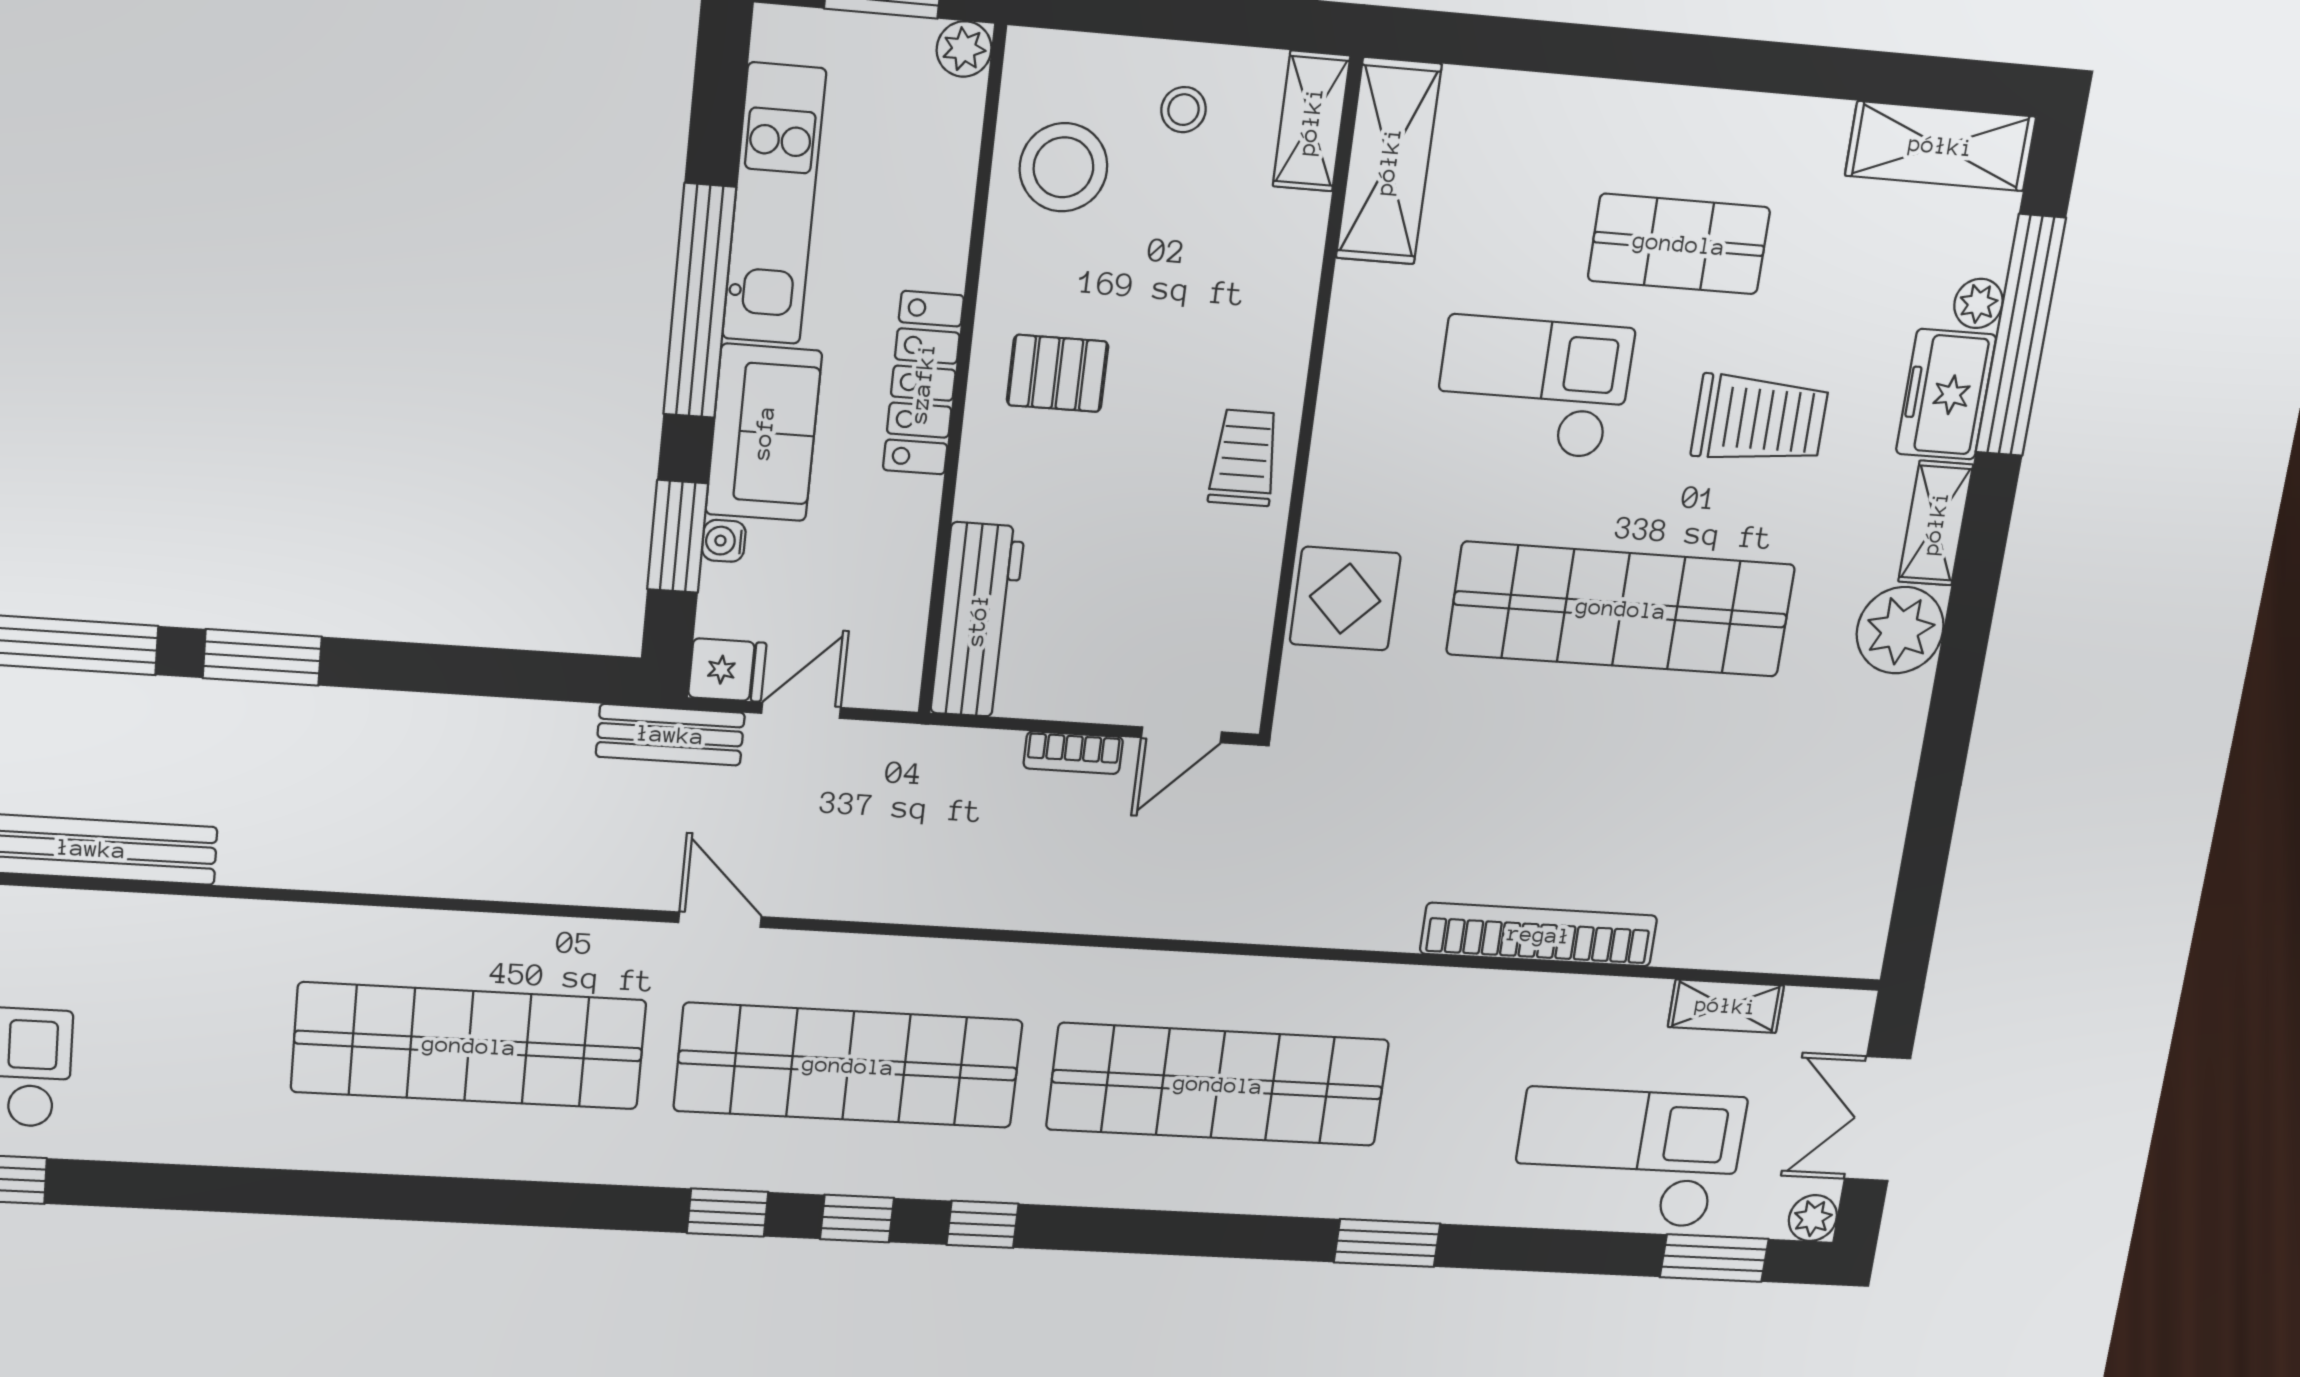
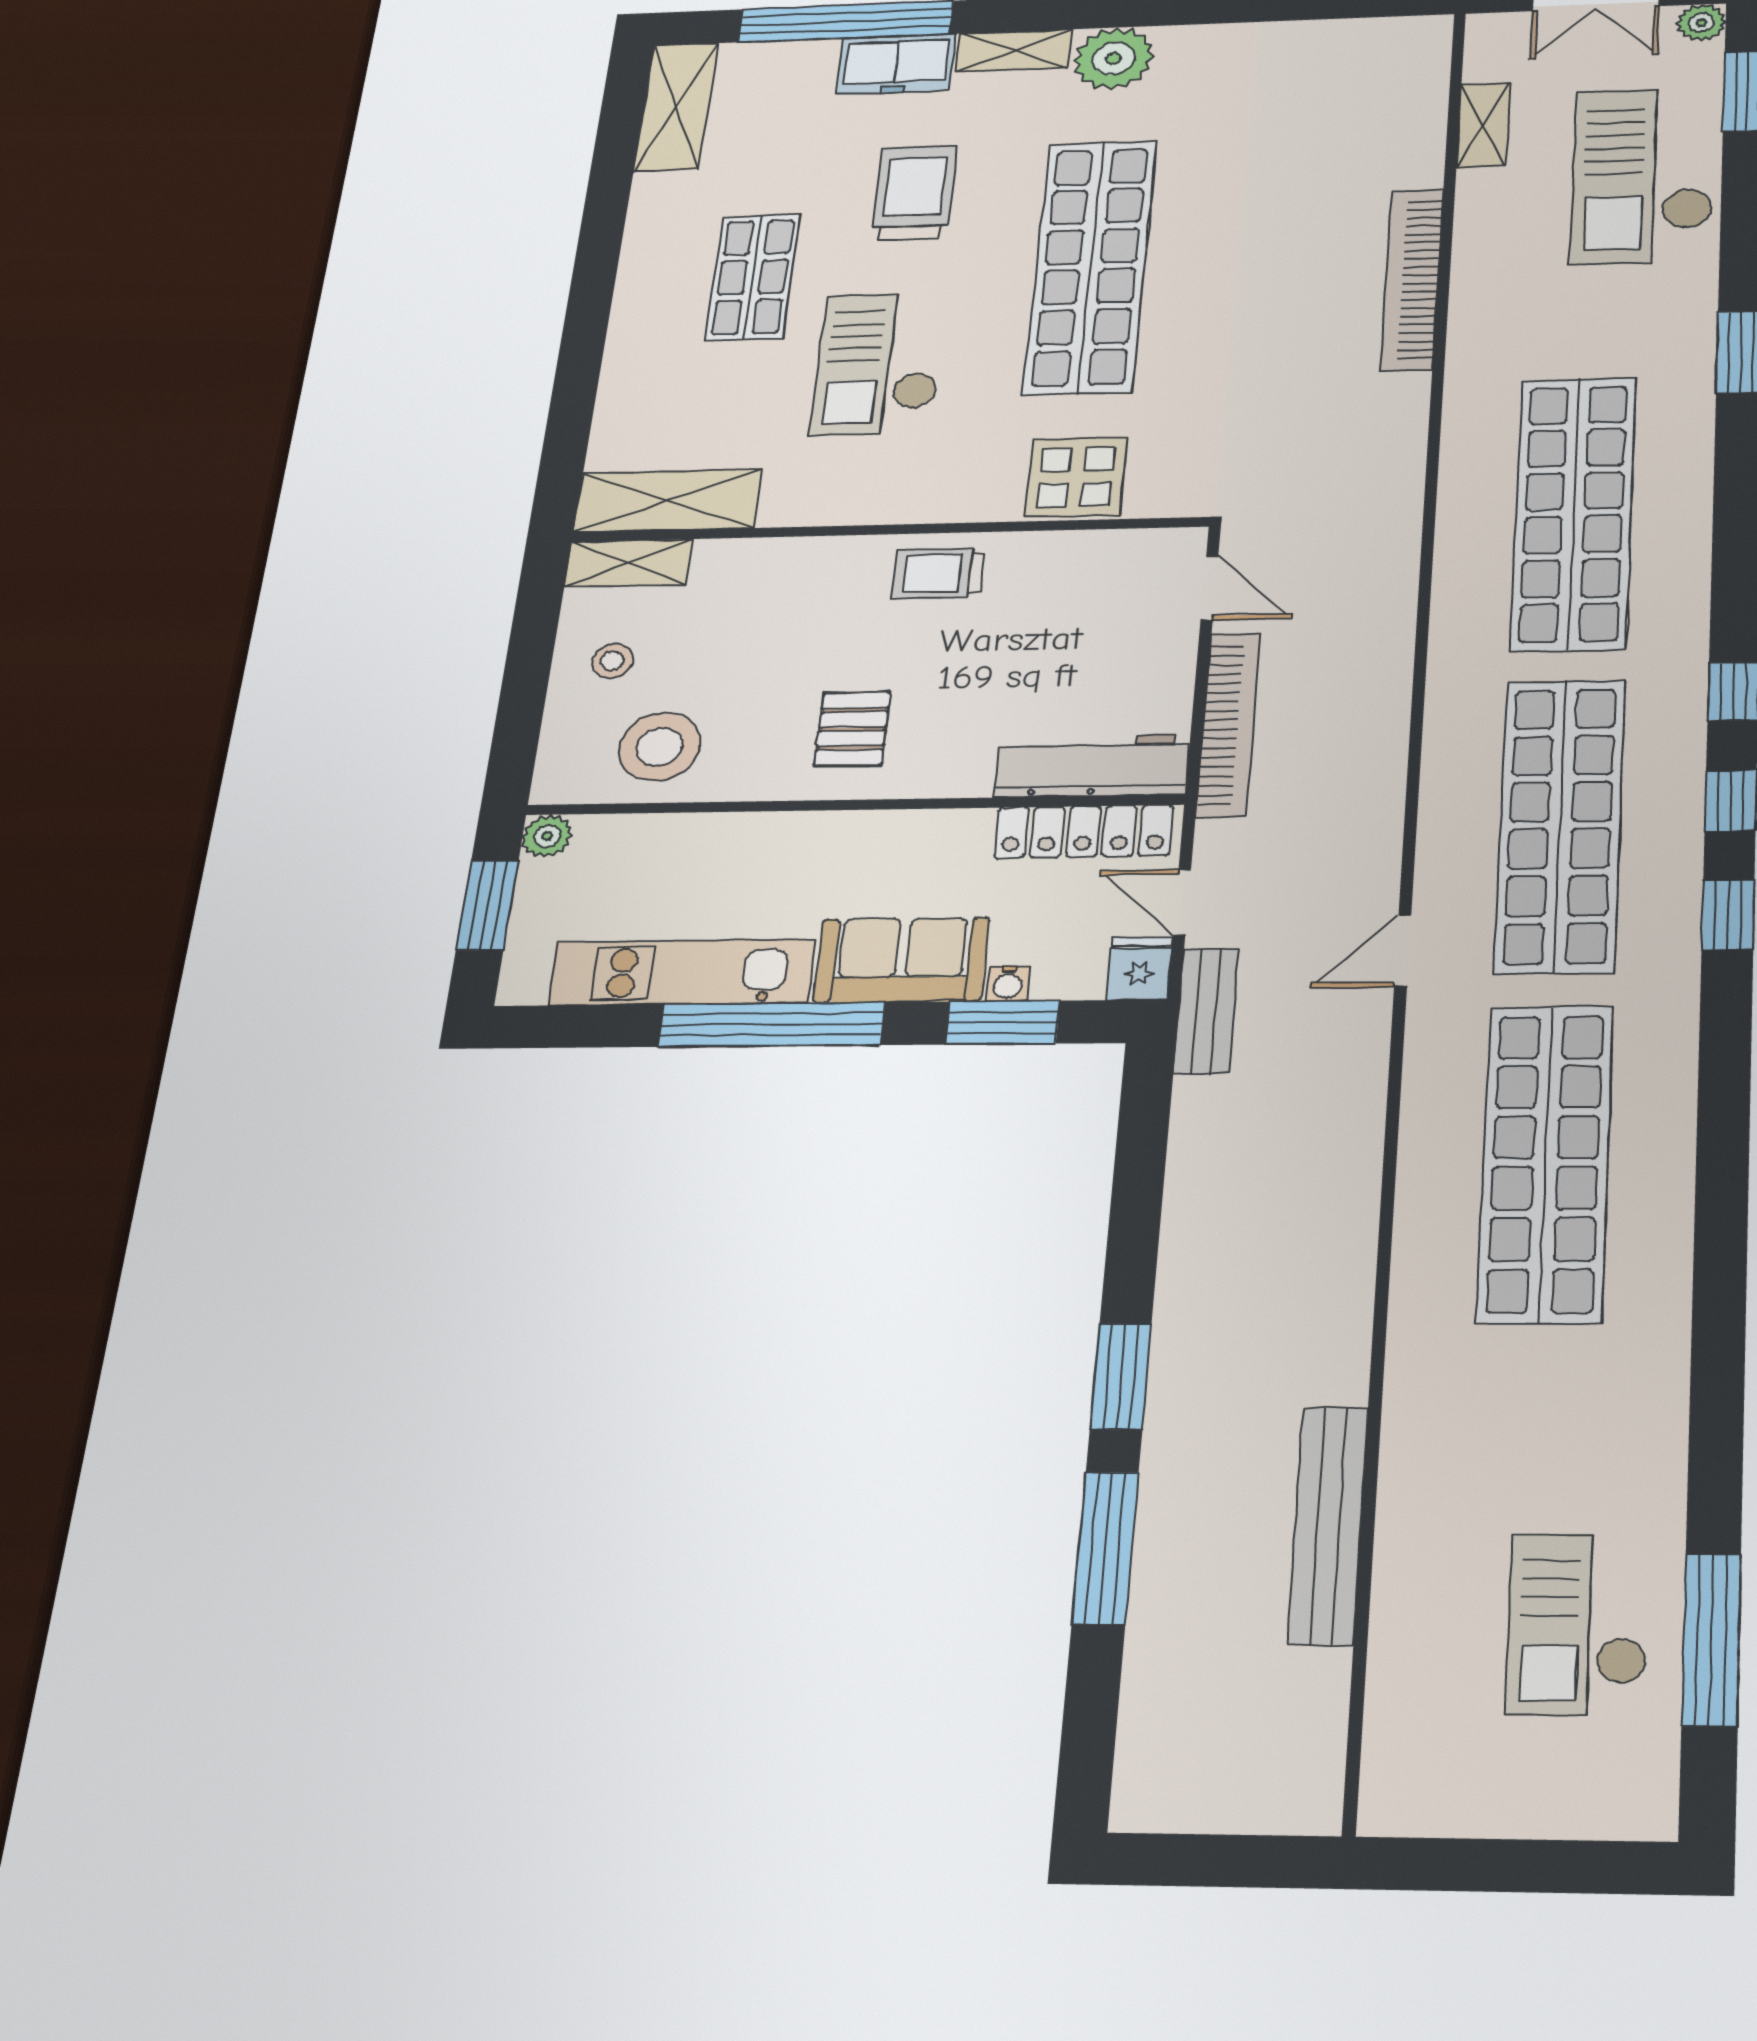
plant: (1978, 303) -> (816, 56), removed
locker: (923, 383) -> (1083, 832), moved
bookcase: (1073, 753) -> (1228, 725), width x2.31, depth x1.31

